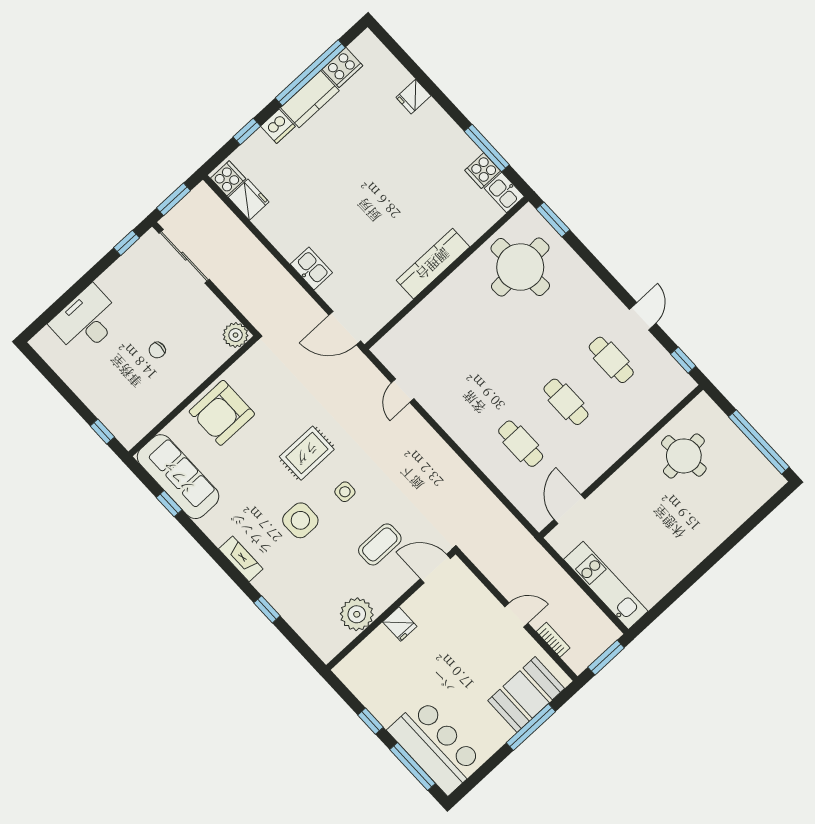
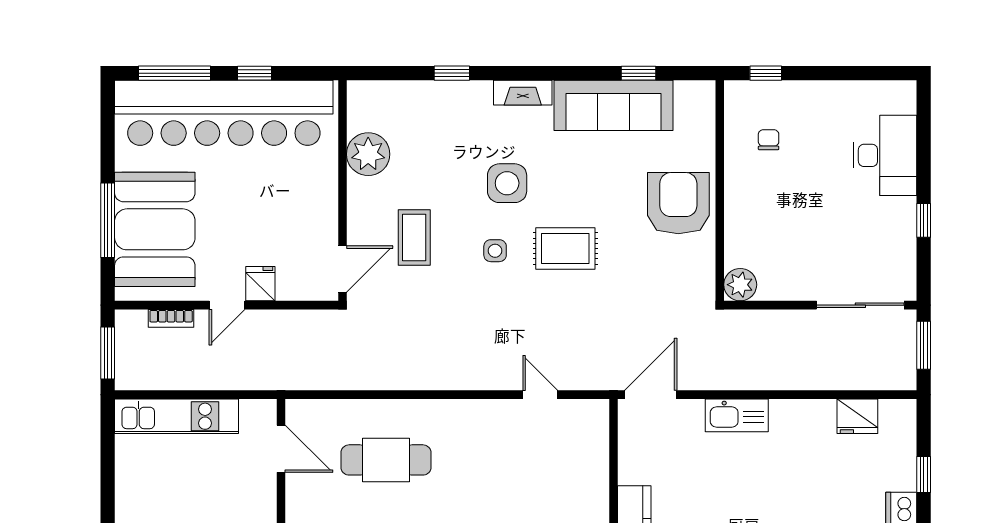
cooker: (228, 178) -> (896, 415), removed
window: (127, 243) -> (924, 220), moved
kitchen sink: (311, 268) -> (737, 415), width x1.38
chair: (157, 350) -> (769, 140), moved
cafe table: (521, 444) -> (386, 460), width x1.37, depth x1.35
rug: (307, 453) -> (565, 249), turned 90
sofa: (178, 477) -> (614, 105), moved
fridge: (400, 624) -> (260, 284), moved, turned 90
booth: (526, 694) -> (155, 229), width x1.36, depth x1.42
bar counter: (436, 746) -> (224, 113), width x1.86

